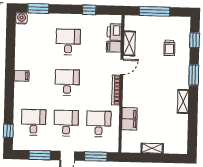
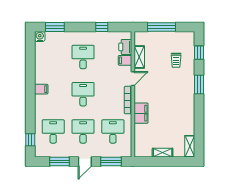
shelving: (183, 101) -> (190, 146), moved
filing cabinet: (129, 119) -> (141, 113), moved

